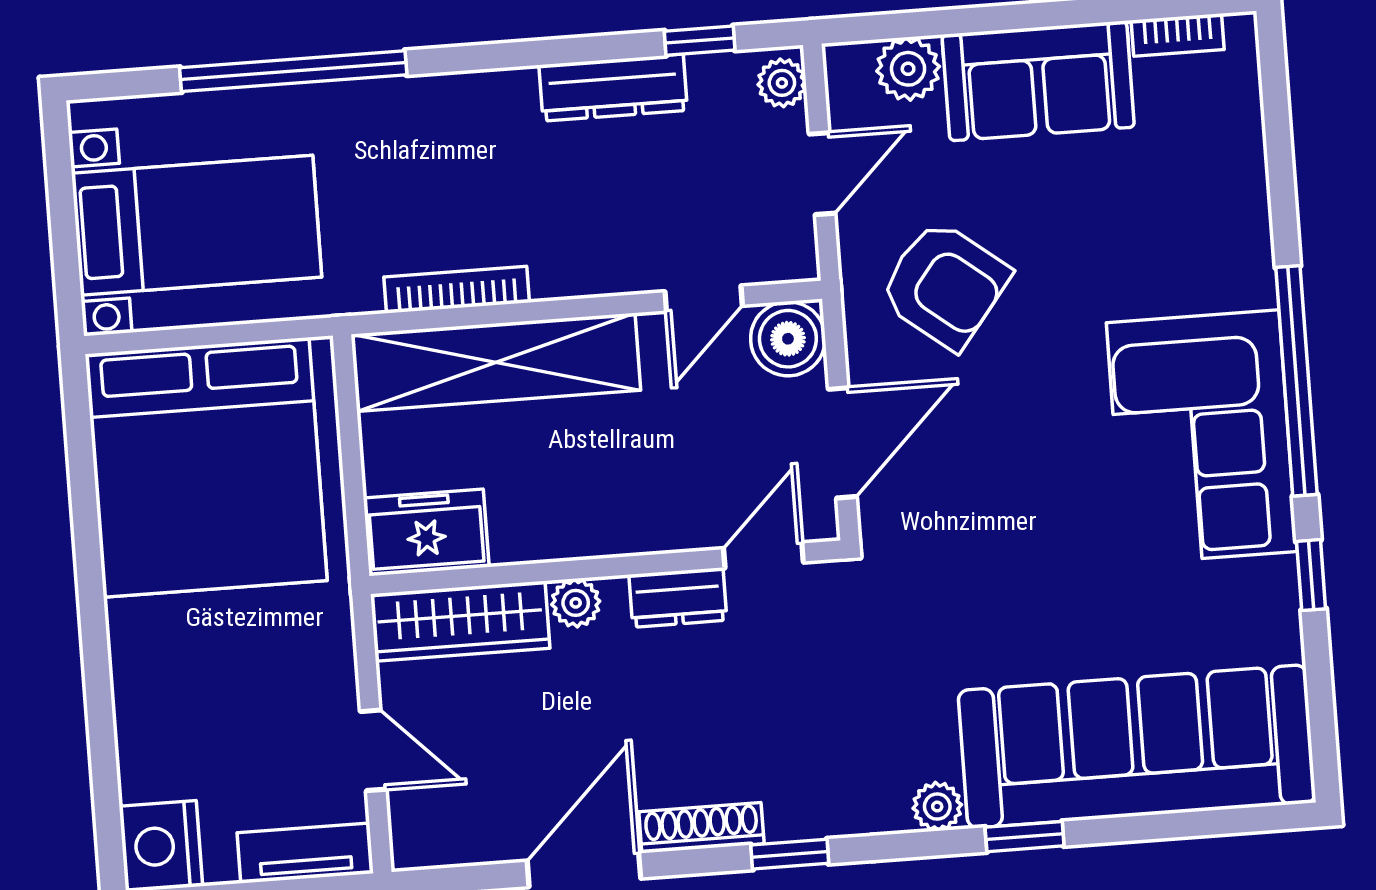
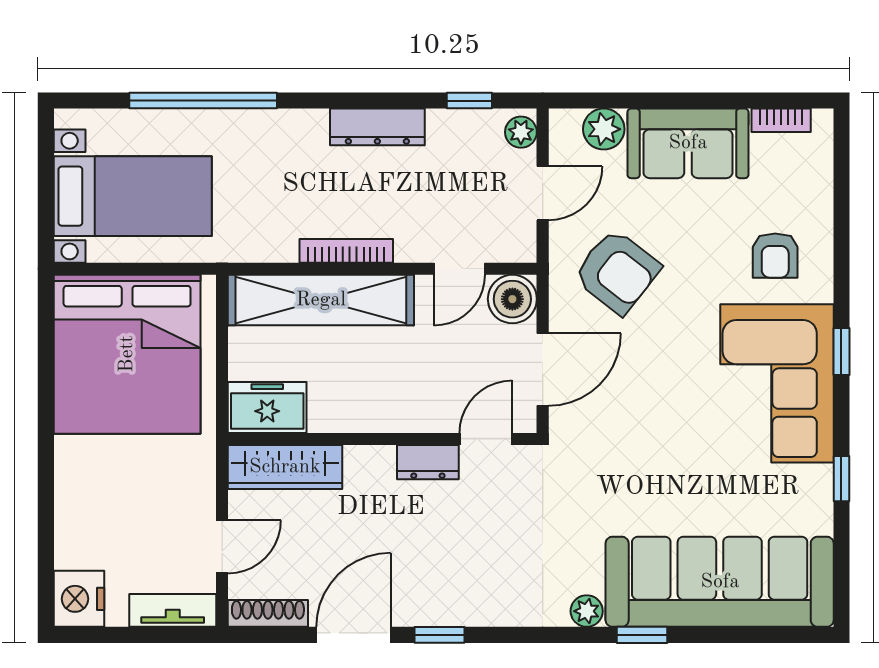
dresser: (613, 88) -> (377, 127), moved
armchair: (1184, 242) -> (775, 256), added
bookcase: (457, 290) -> (346, 251), moved
window: (1296, 381) -> (841, 351), width x0.32
plant: (576, 603) -> (361, 461), removed
door: (373, 750) -> (222, 547), hinge flipped
shoe rack: (701, 828) -> (268, 613), moved
window: (790, 854) -> (439, 635), moved

